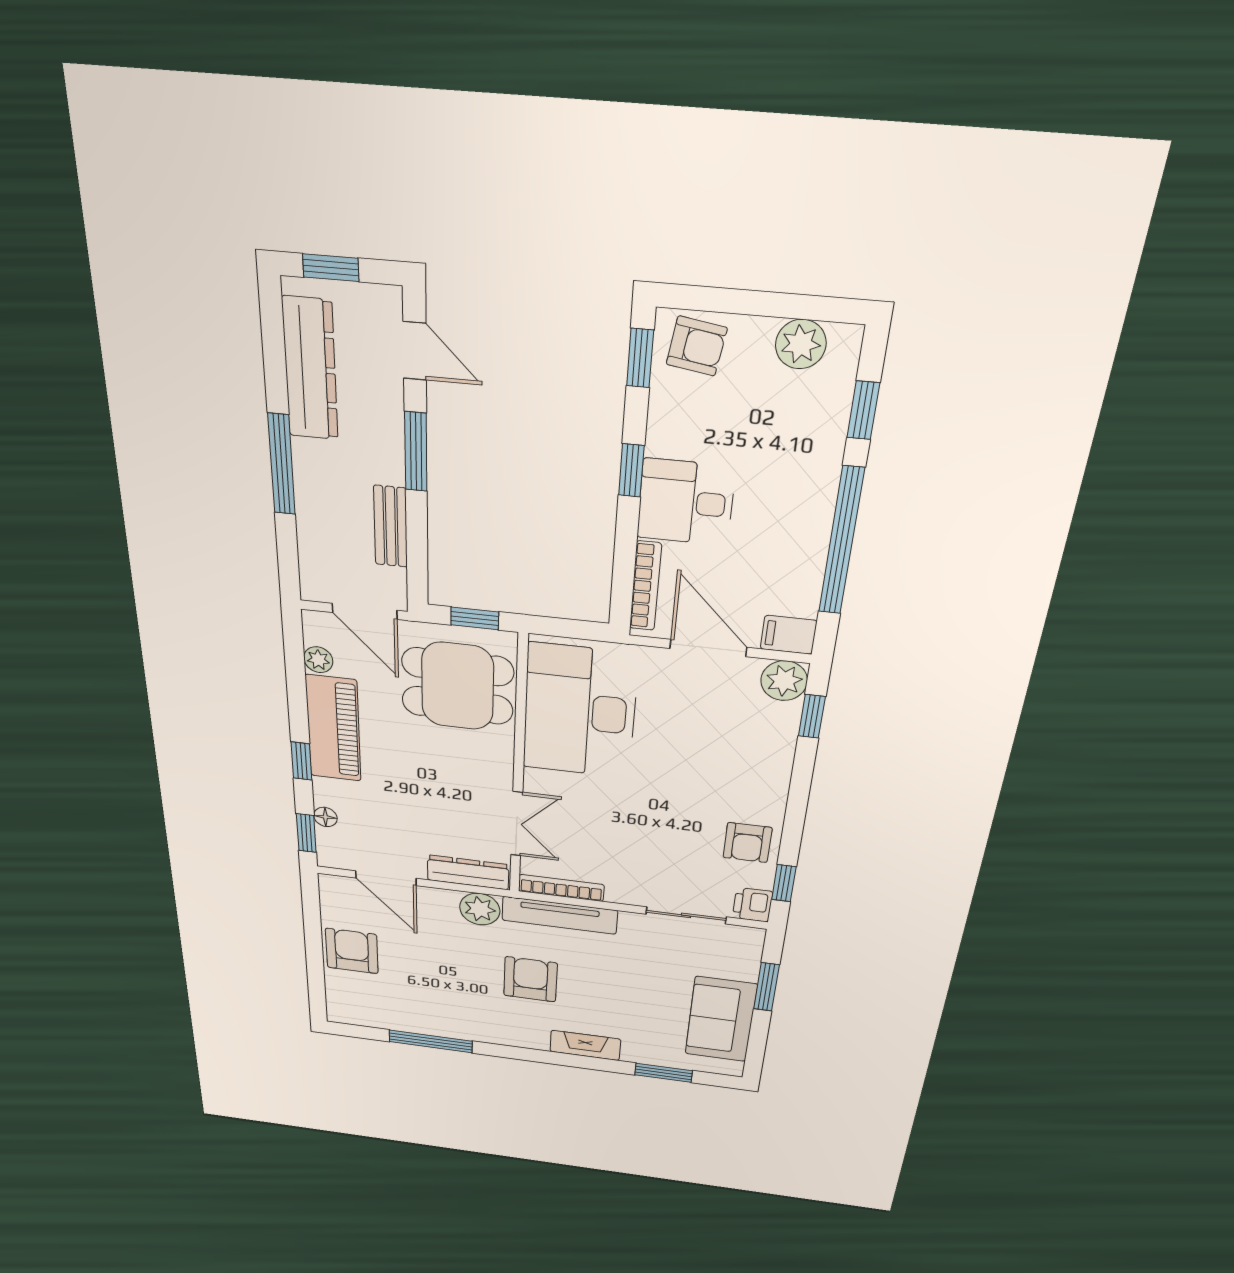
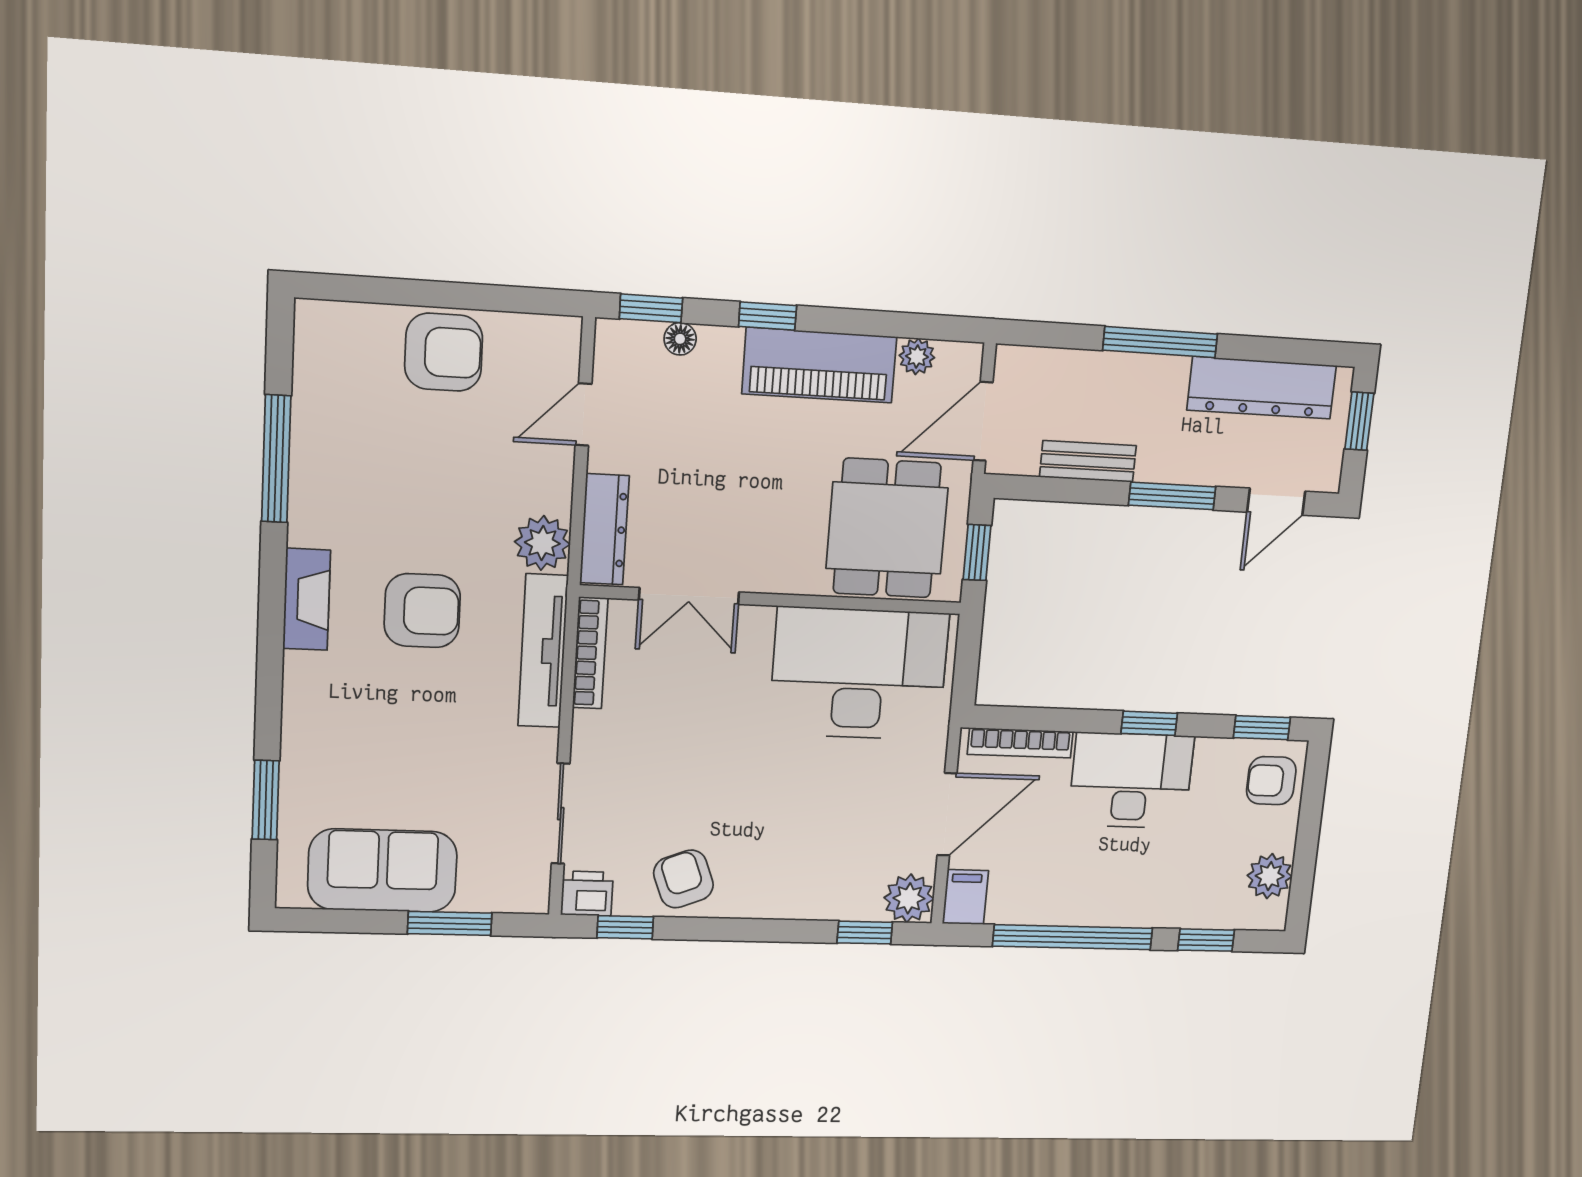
armchair: (697, 346) -> (1271, 781), turned 81
desk: (686, 502) -> (1131, 781), width x1.37
armchair: (747, 843) -> (683, 879), turned 69
door: (386, 878) -> (583, 414), width x0.73
fireplace: (585, 1045) -> (307, 599), moved

